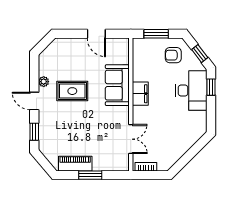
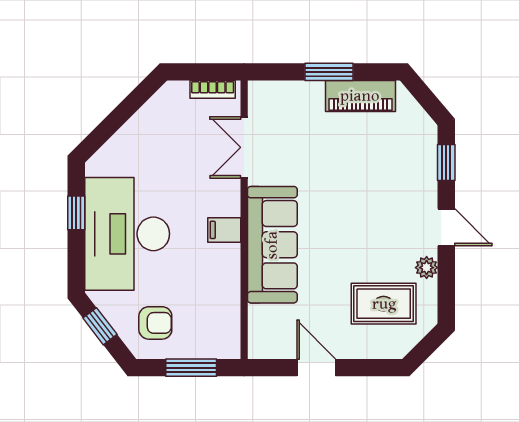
sofa: (117, 85) -> (272, 245), width x1.36
window: (211, 87) -> (76, 213), moved
desk: (191, 90) -> (127, 234), width x1.36, depth x1.30
rug: (72, 91) -> (384, 304), moved
filing cabinet: (140, 94) -> (224, 230), width x0.50

